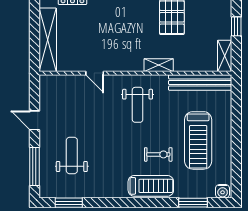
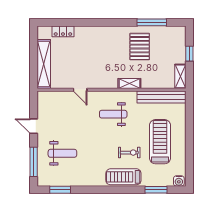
weight bench: (138, 105) -> (113, 114), turned 90
treadmill: (198, 140) -> (160, 142), turned 180
weight bench: (72, 155) -> (62, 153), turned 90
treadmill: (151, 186) -> (123, 177), turned 180

